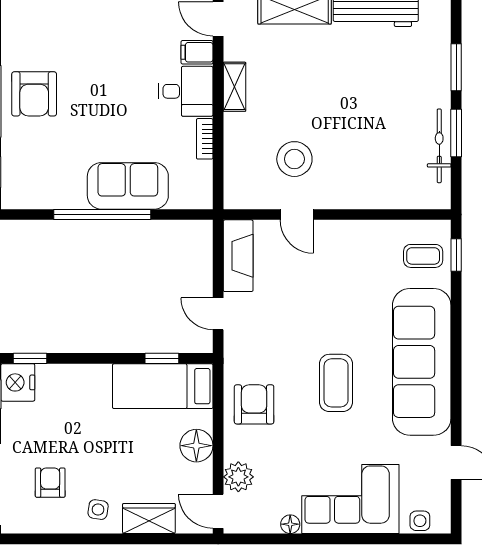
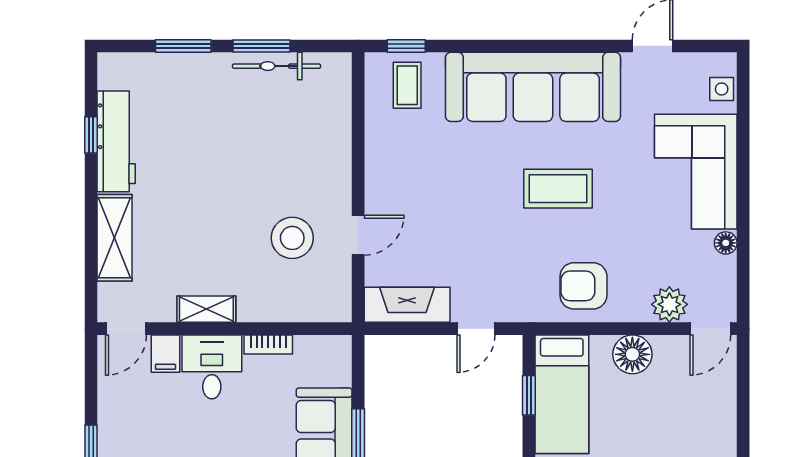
wardrobe: (149, 518) -> (719, 411), removed

